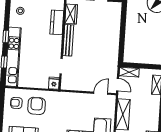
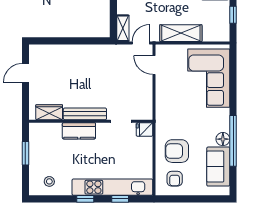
kitchen counter: (57, 22) -> (79, 131), moved

